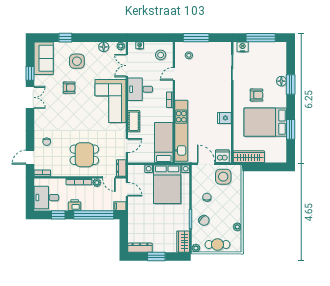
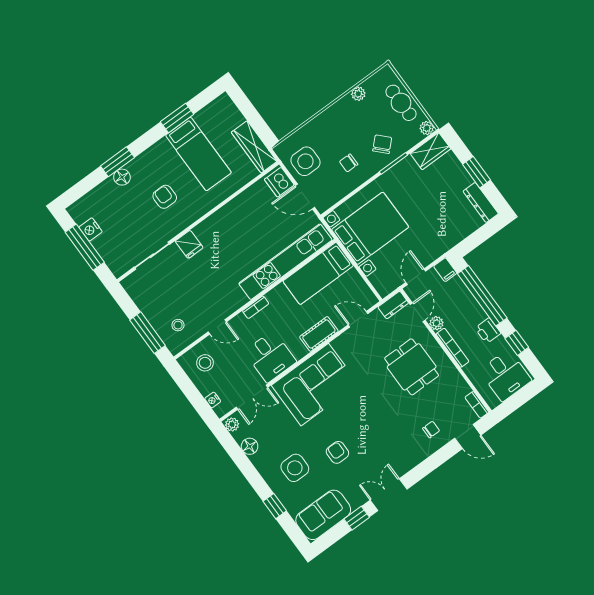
nightstand: (243, 47) -> (90, 229), moved
fridge: (224, 118) -> (189, 244), moved
bed: (265, 122) -> (198, 154), width x0.67
door: (206, 164) -> (305, 197), hinge flipped

